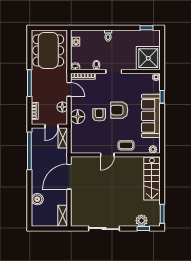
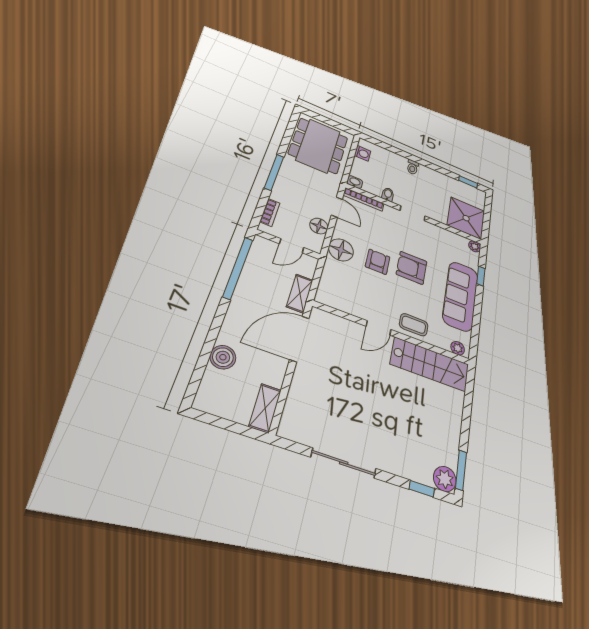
shelving: (63, 138) -> (300, 293), moved
stairs: (152, 179) -> (430, 364), moved, turned -90
plant: (142, 221) -> (445, 479), moved

